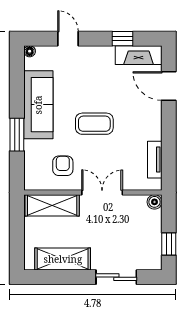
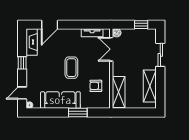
door: (68, 39) -> (22, 93), moved
window: (122, 39) -> (22, 63), moved
double door: (102, 193) -> (111, 49), moved

